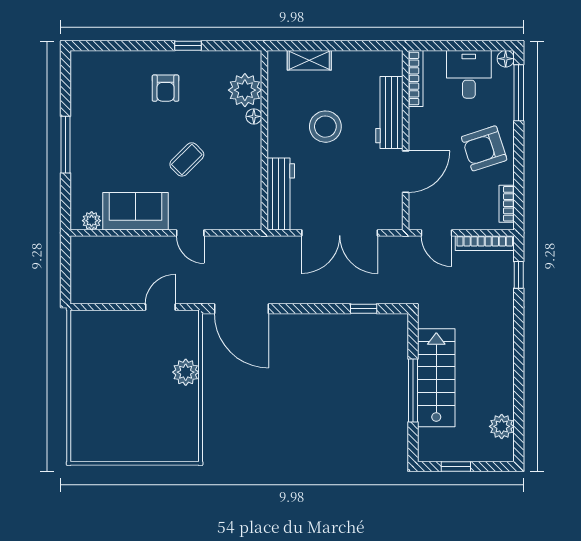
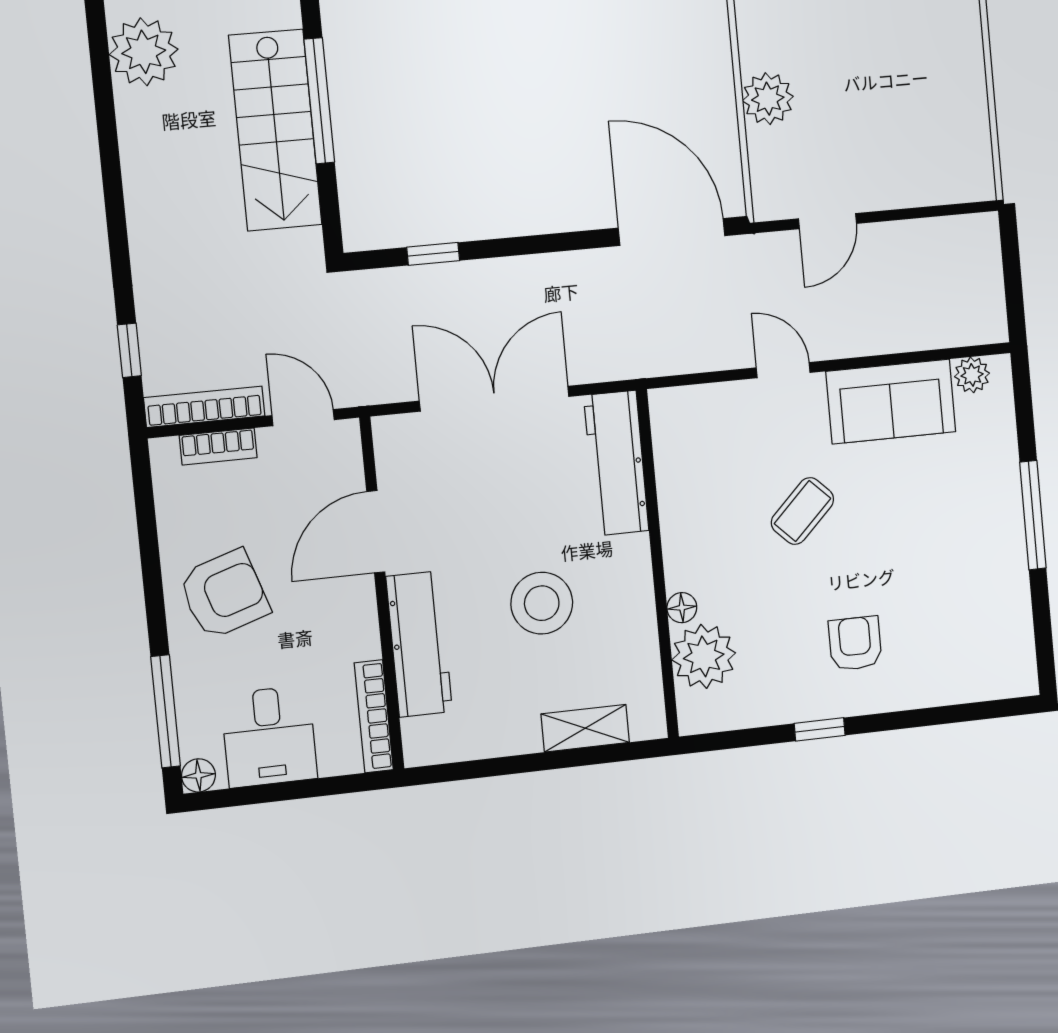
bookcase: (507, 204) -> (218, 447), moved, turned 90
plant: (502, 426) -> (144, 52), width x1.36, depth x1.36

